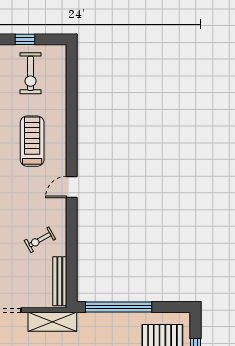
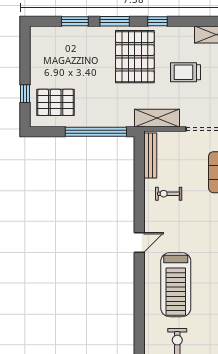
treadmill: (32, 141) -> (176, 285), width x1.37, depth x1.38
exercise bike: (40, 240) -> (169, 194), turned -151

